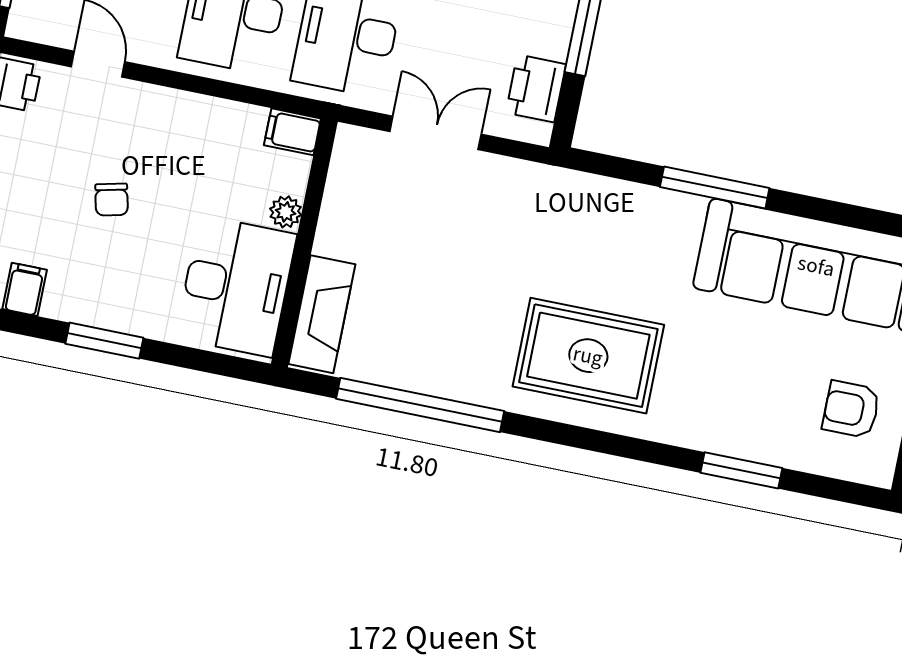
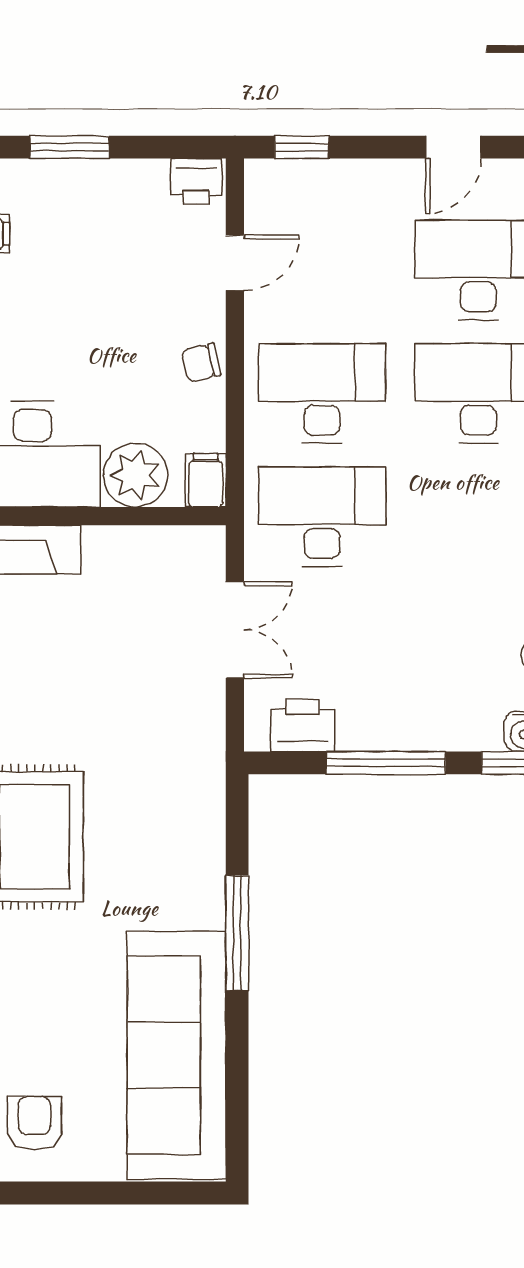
chair: (112, 200) -> (201, 363), moved
plant: (286, 212) -> (135, 475), width x1.87, depth x1.87

